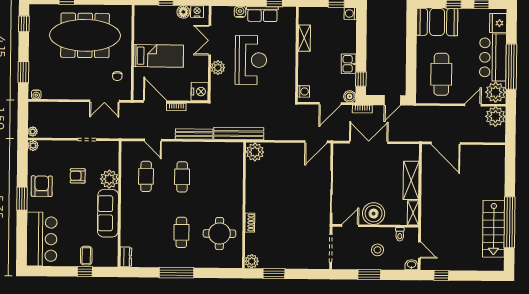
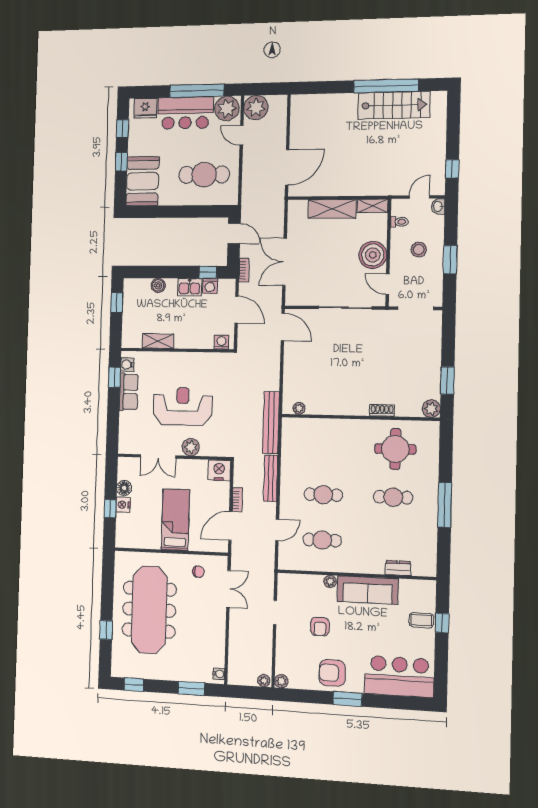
nightstand: (197, 12) -> (123, 505), moved
water cooler: (240, 12) -> (127, 365), moved
washing machine: (350, 13) -> (210, 286), moved
boiler: (350, 96) -> (158, 285), moved
plant: (255, 152) -> (299, 408), width x0.53, depth x0.53
plant: (109, 179) -> (330, 581), width x0.53, depth x0.53
dresser: (126, 257) -> (398, 568), moved

